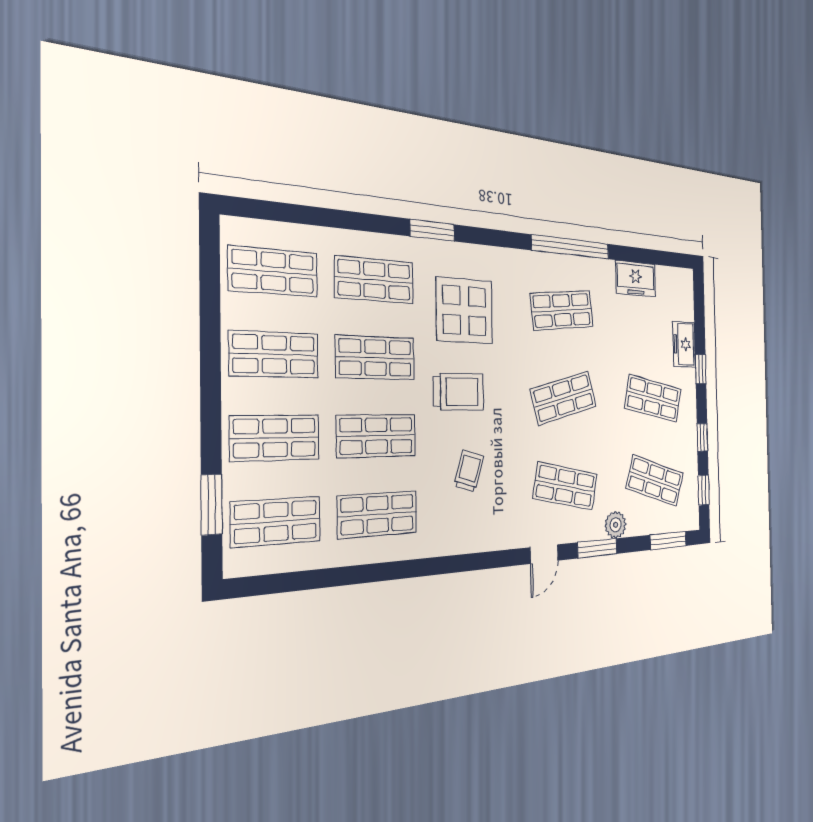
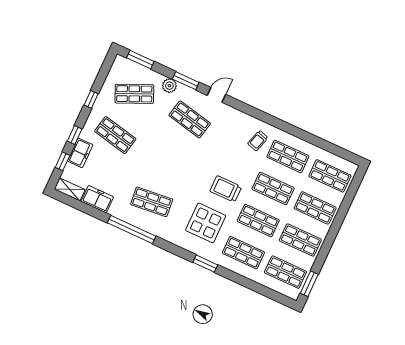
shelving: (675, 278) -> (70, 189), added
shop shelf: (564, 398) -> (171, 161), removed
trolley: (469, 471) -> (258, 141), moved
shop shelf: (655, 481) -> (134, 94), turned -42
window: (704, 490) -> (63, 161), moved
window: (212, 505) -> (309, 284), moved

